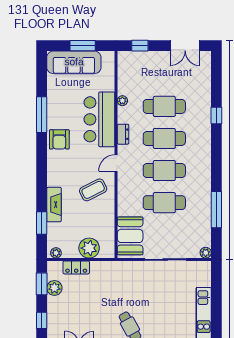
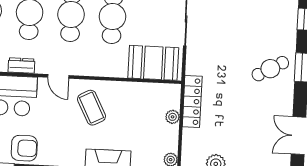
plant: (89, 248) -> (173, 117), width x0.53, depth x0.53
locker: (76, 267) -> (192, 101), moved, width x1.53

